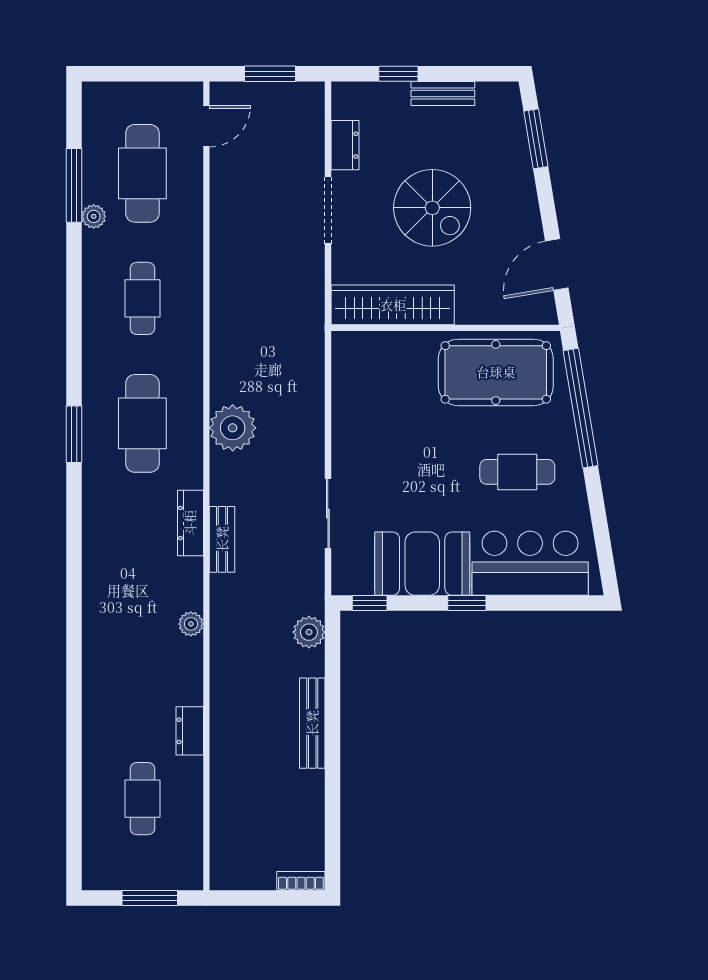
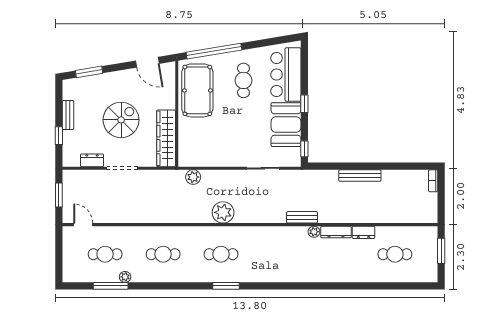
cafe table: (142, 173) -> (105, 254), width x0.73, depth x0.74
cafe table: (142, 423) -> (221, 254), width x0.73, depth x0.74
dresser: (190, 523) -> (336, 232), moved
bench: (222, 539) -> (302, 217), moved
plant: (309, 632) -> (193, 177), moved

